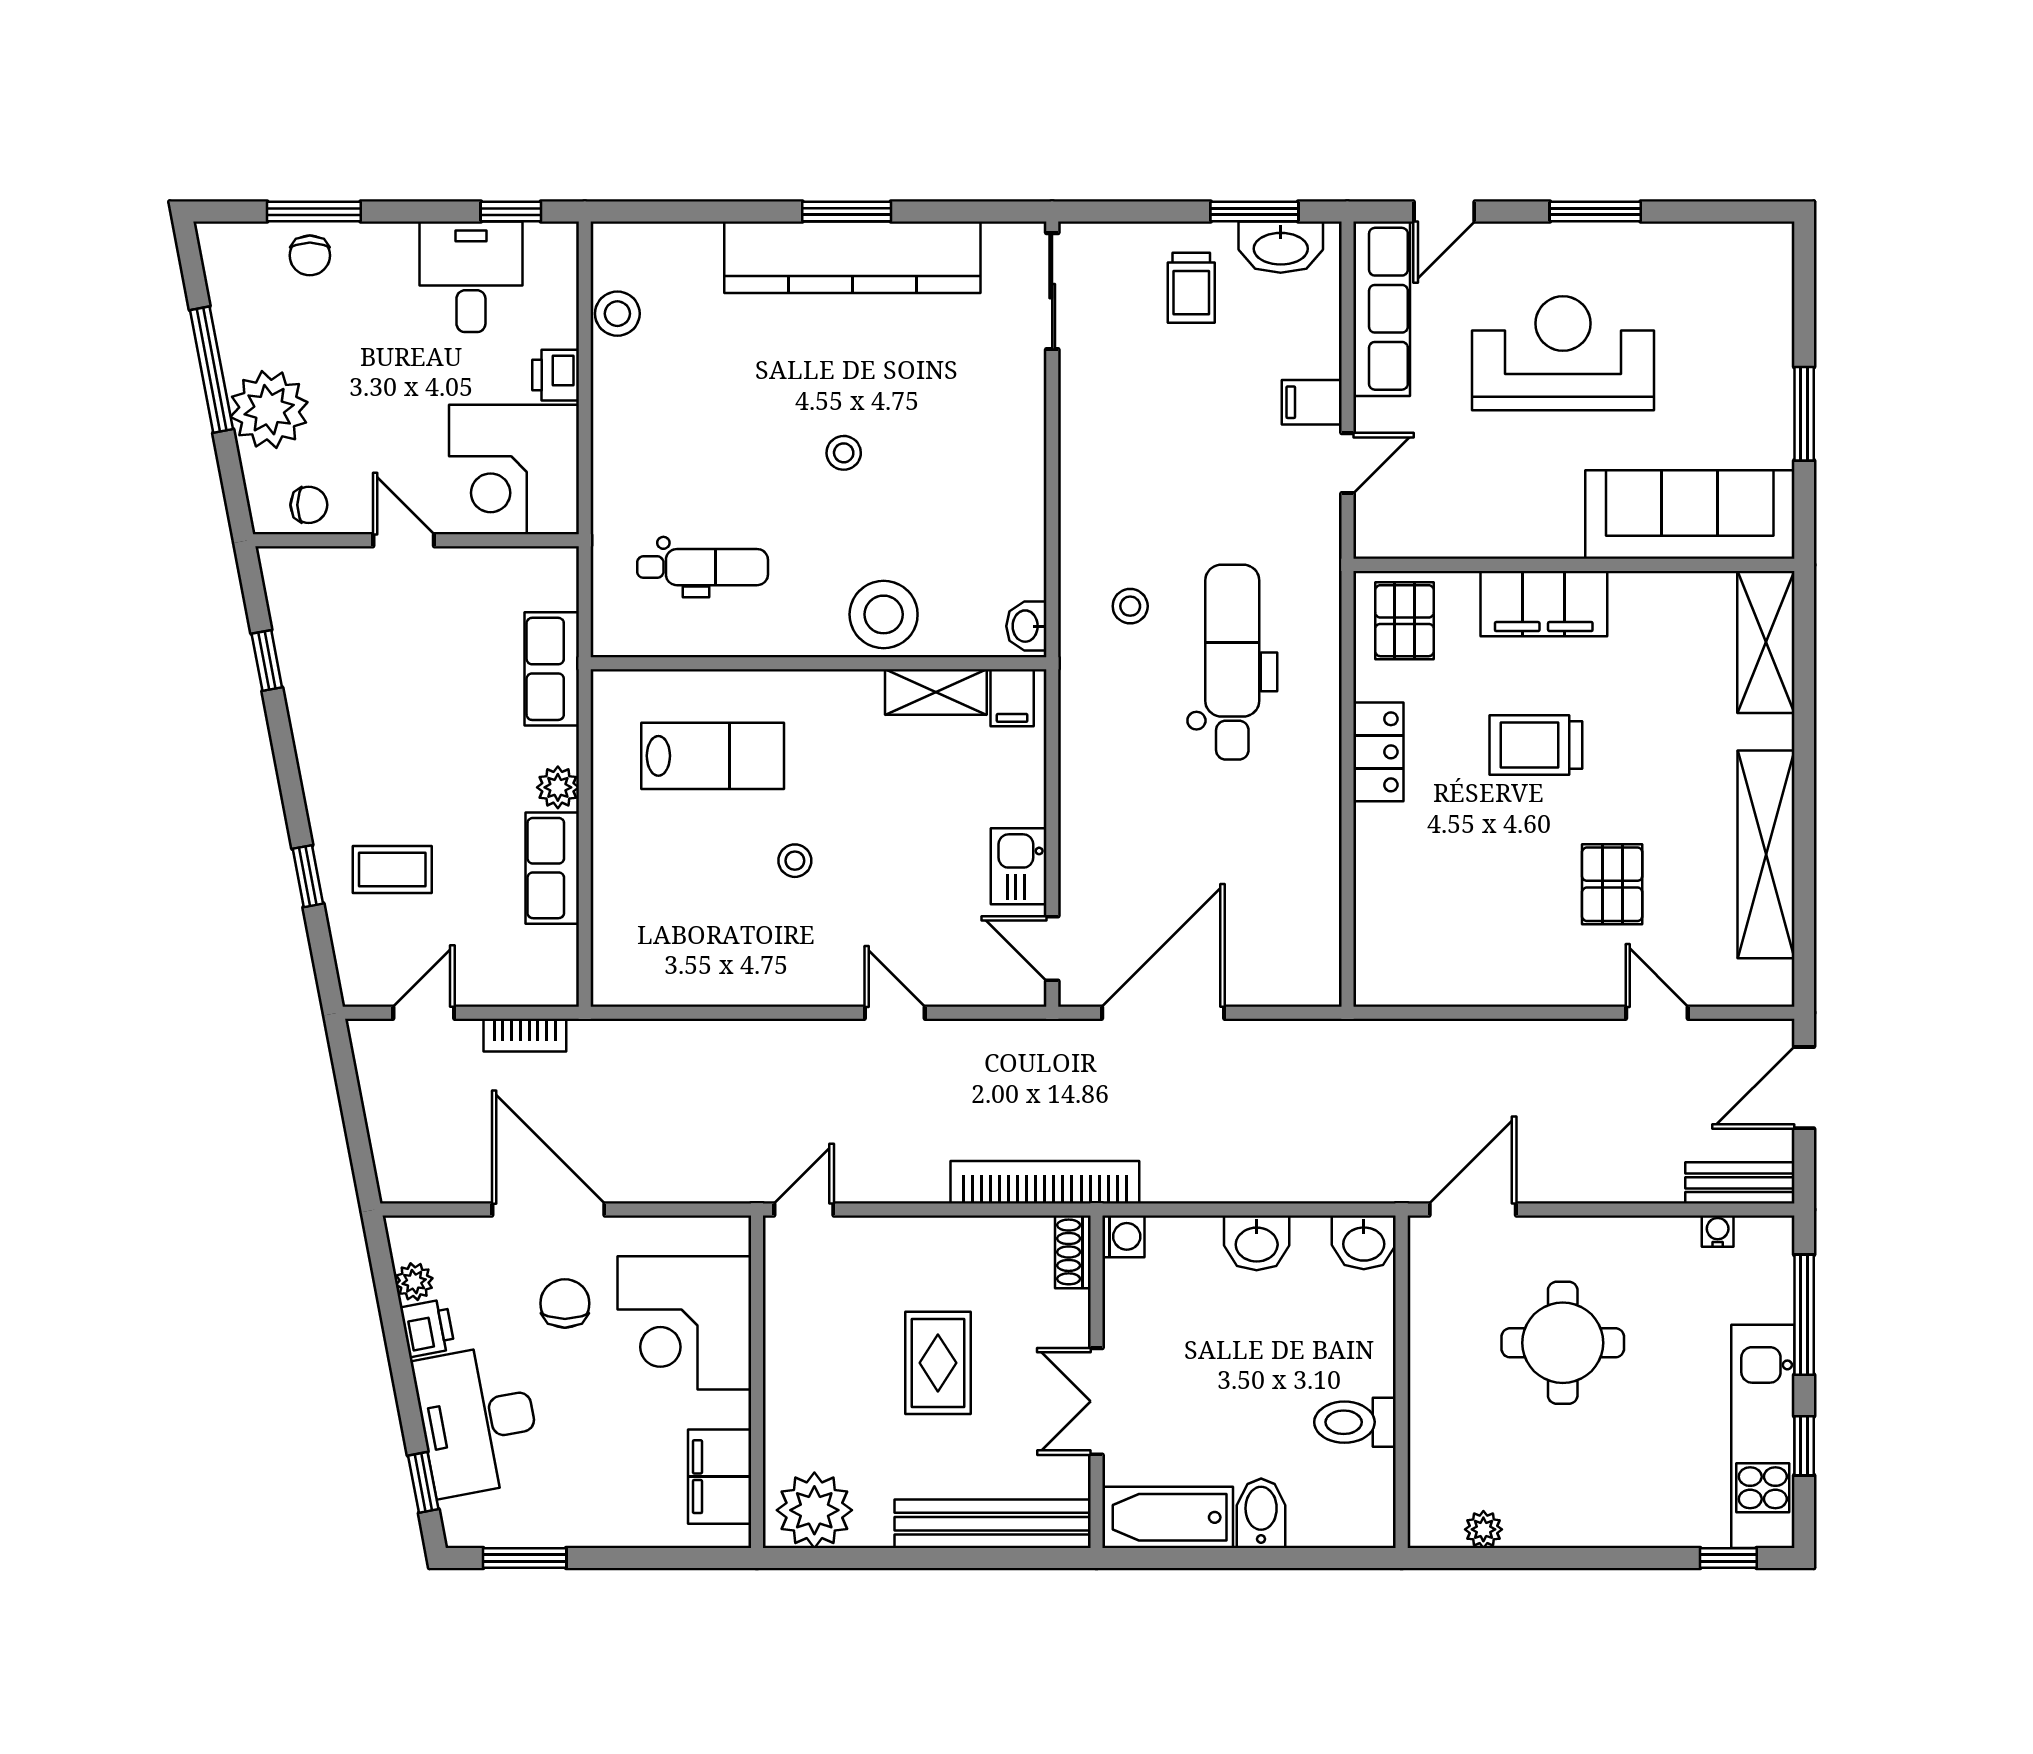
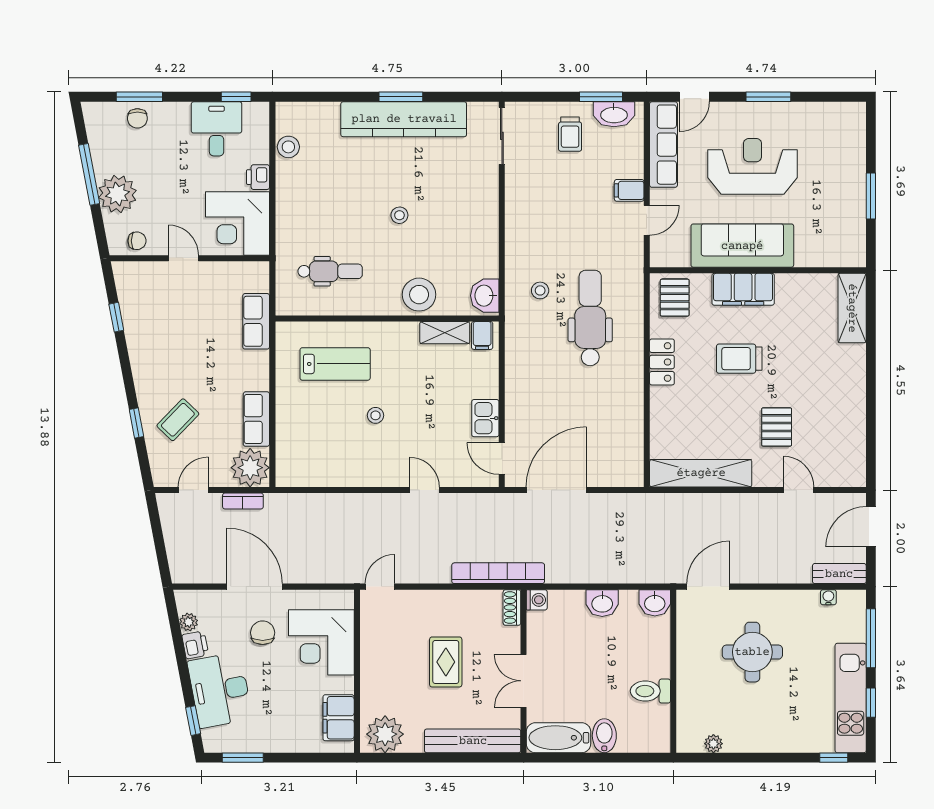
sofa: (1690, 515) -> (742, 246), moved
washbasin: (1026, 626) -> (485, 296), width x1.38, depth x1.45
plant: (558, 787) -> (250, 468), moved, width x1.88, depth x1.88
shelving: (1766, 854) -> (701, 473), moved, turned 90
coffee table: (392, 869) -> (178, 420), turned -46

